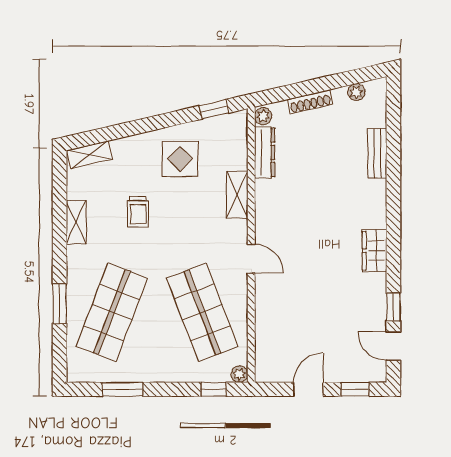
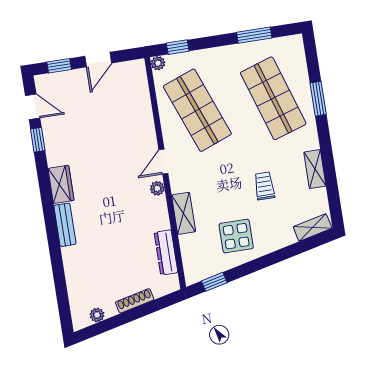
plant: (263, 116) -> (157, 188), moved
bench: (377, 153) -> (65, 225), moved
door: (251, 259) -> (163, 162), hinge flipped
shop shelf: (112, 312) -> (273, 98), turned -39

